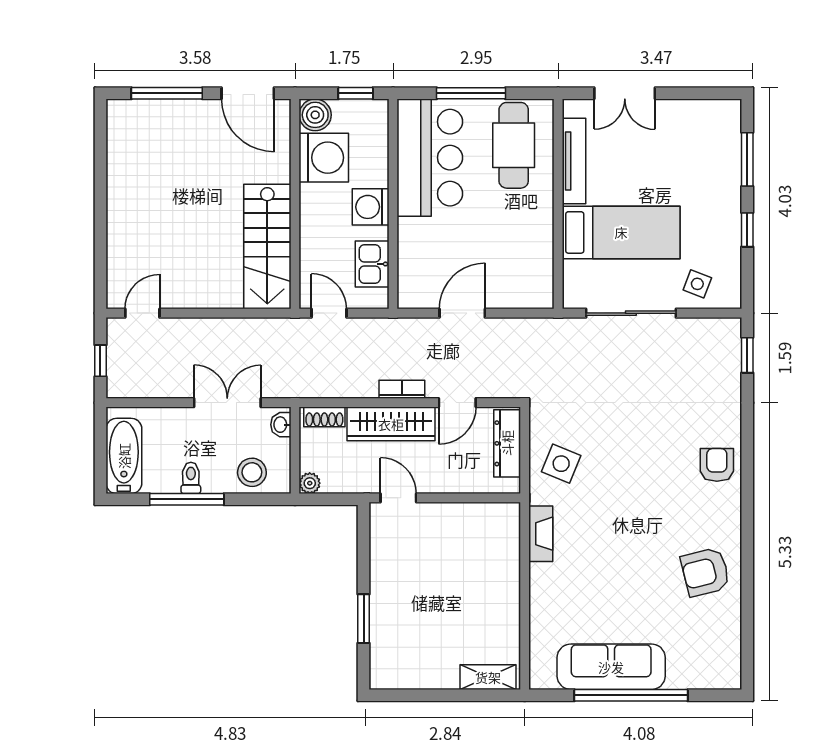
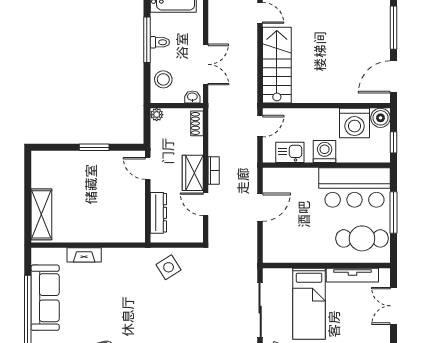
stairs: (267, 247) -> (277, 65), moved, turned 90
door: (462, 313) -> (260, 207), hinge flipped
wardrobe: (391, 424) -> (193, 173), width x0.67
dresser: (507, 443) -> (158, 213), moved, turned 90
side table: (561, 464) -> (169, 267), turned 36
door: (398, 498) -> (148, 168), swing flipped
fireplace: (541, 534) -> (84, 255), moved
window: (364, 619) -> (94, 147), moved
shelving: (488, 677) -> (41, 214), width x1.50, depth x1.33

